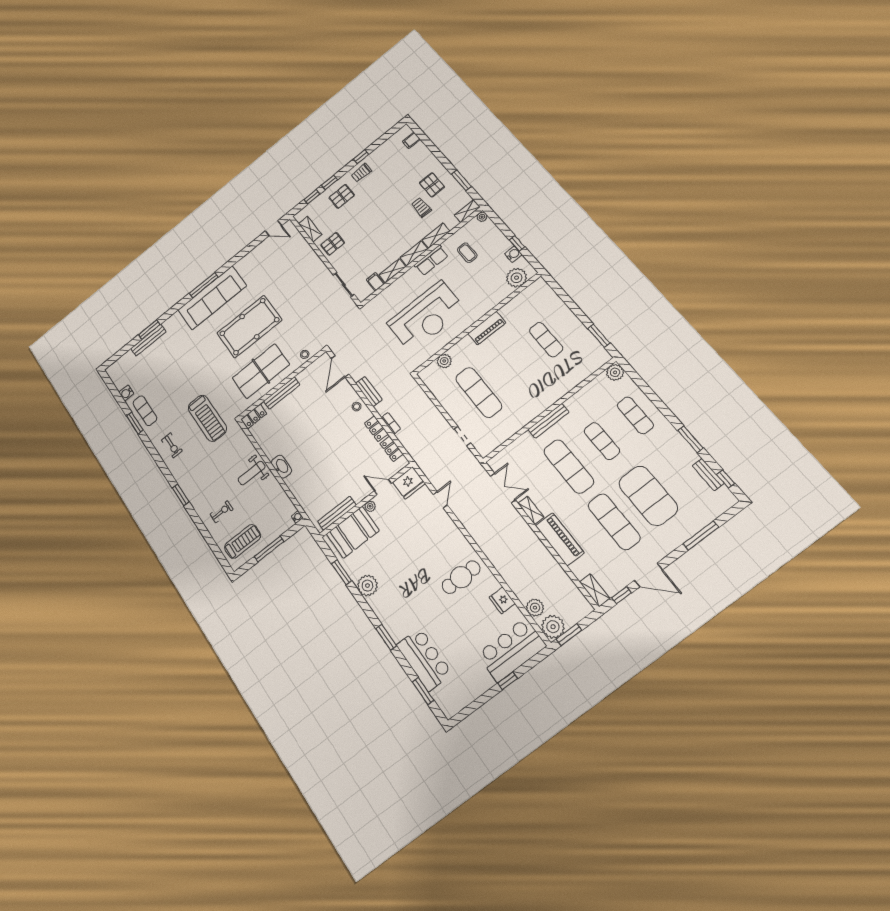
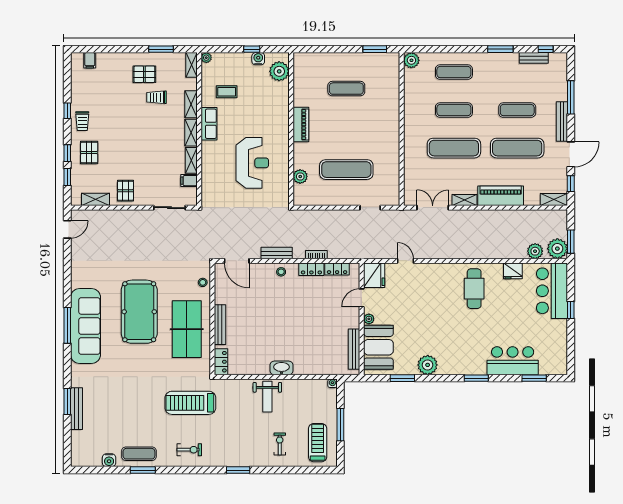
reception desk: (426, 316) -> (252, 163), width x0.74, depth x0.77
treadmill: (207, 418) -> (190, 403), turned 180
bench: (548, 421) -> (562, 121), moved
exercise mat: (648, 496) -> (517, 110), width x0.50, depth x0.69

